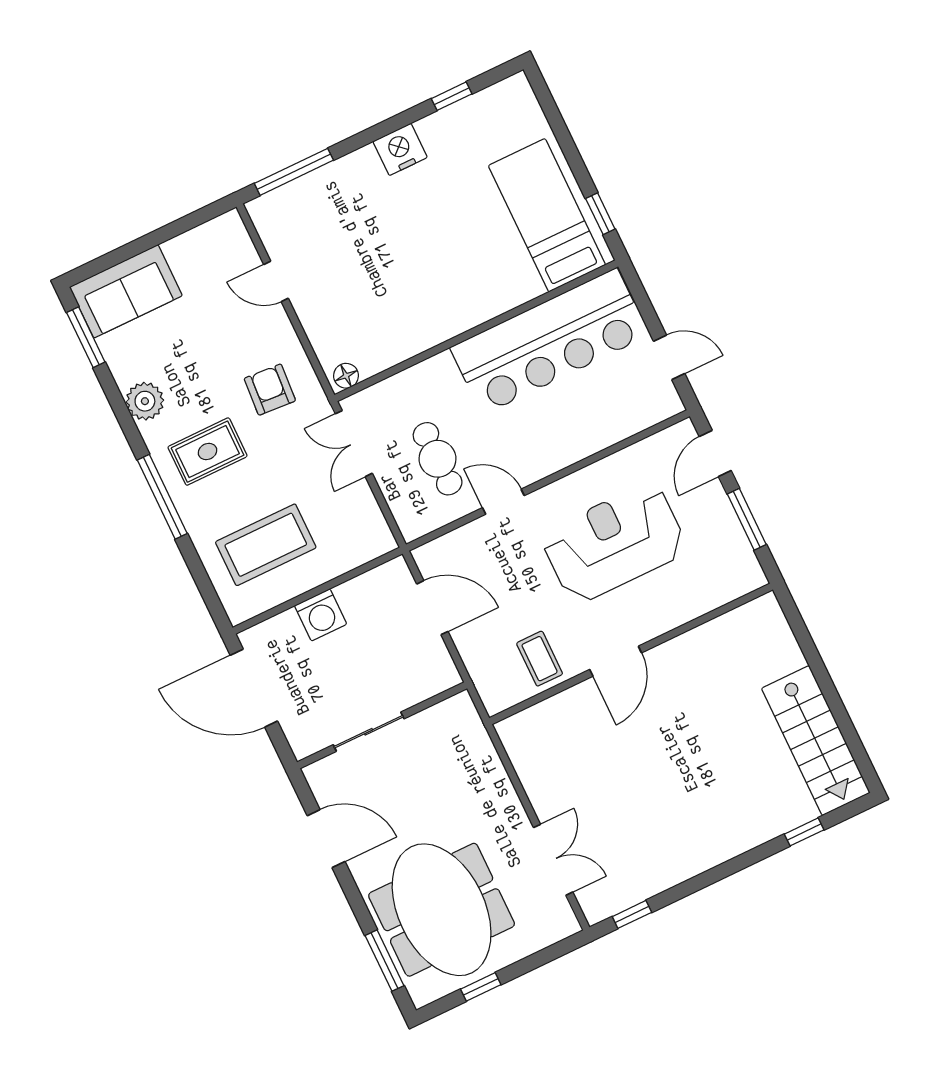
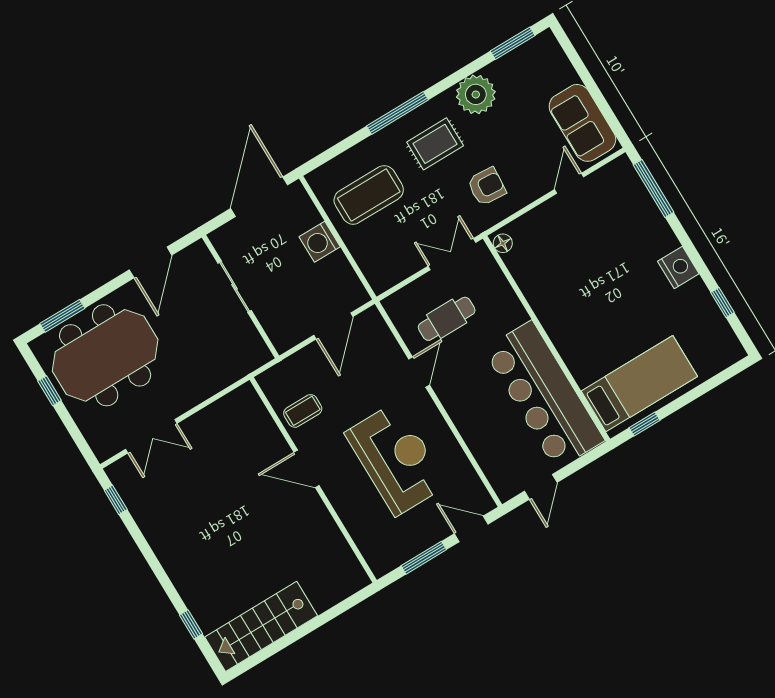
sofa: (126, 291) -> (582, 123), moved
plant: (145, 401) -> (476, 94), width x1.36, depth x1.36
rug: (208, 452) -> (435, 144), turned 90
coffee table: (266, 545) -> (369, 195), turned 90

